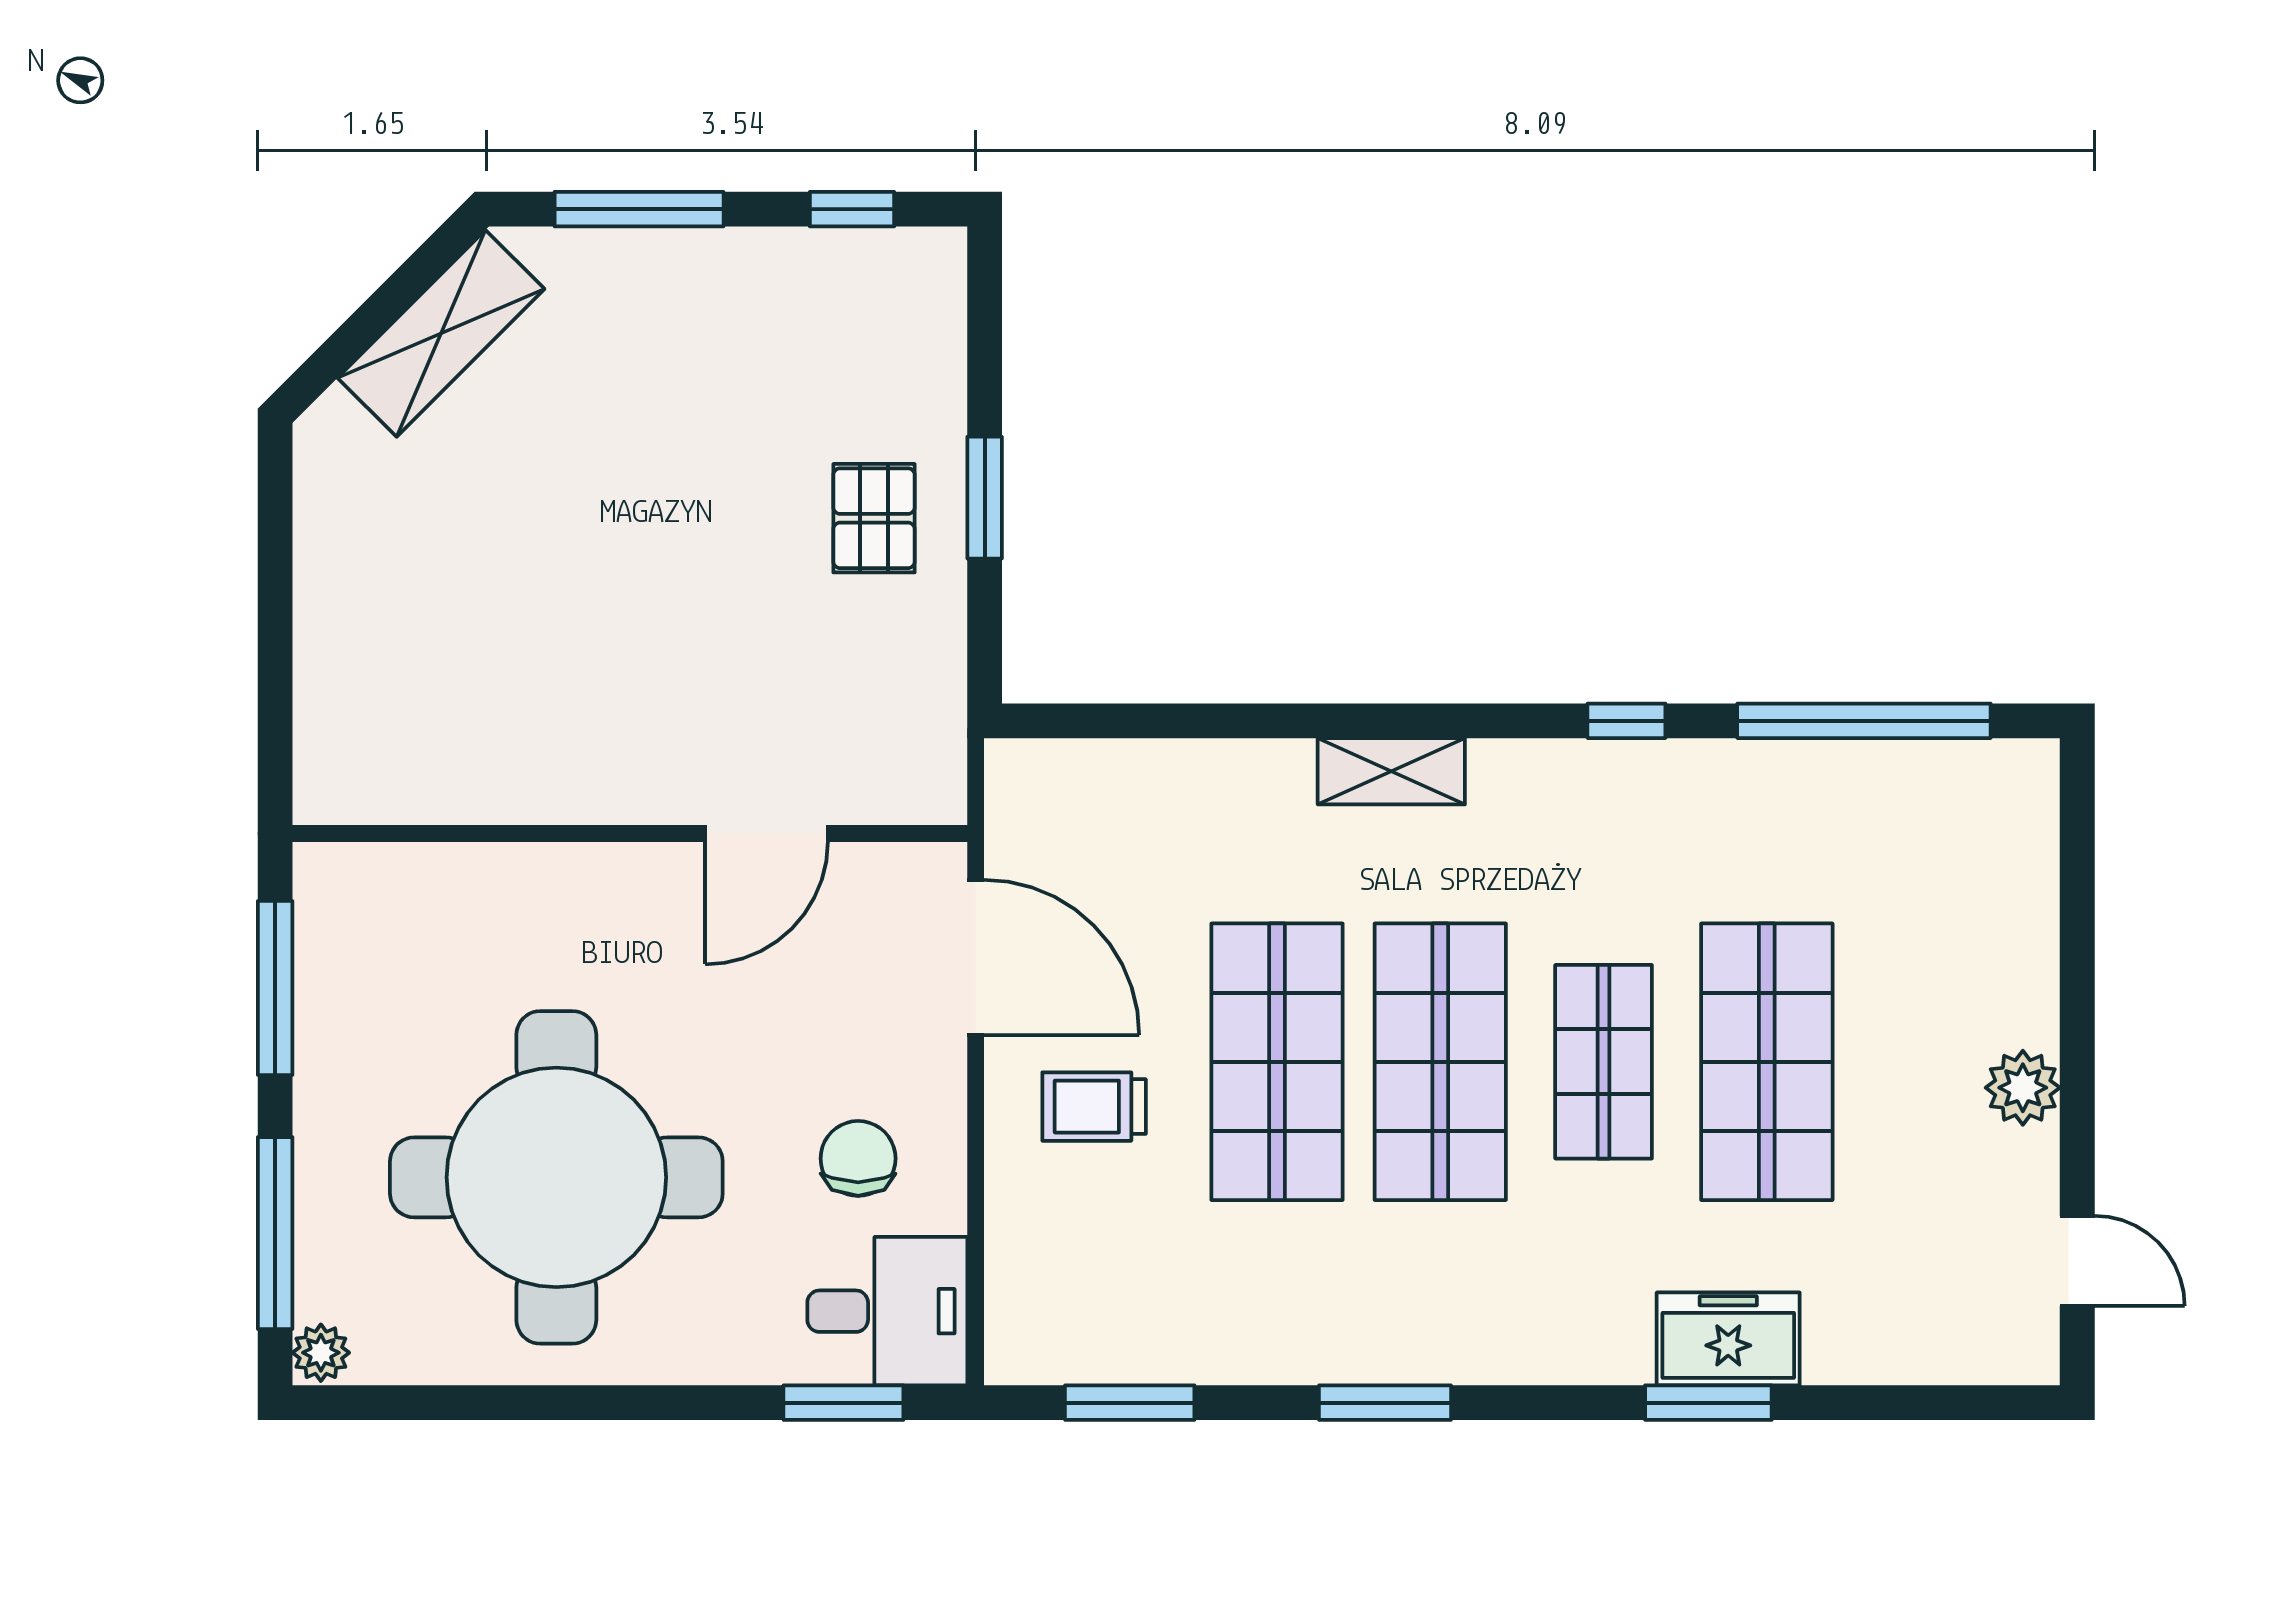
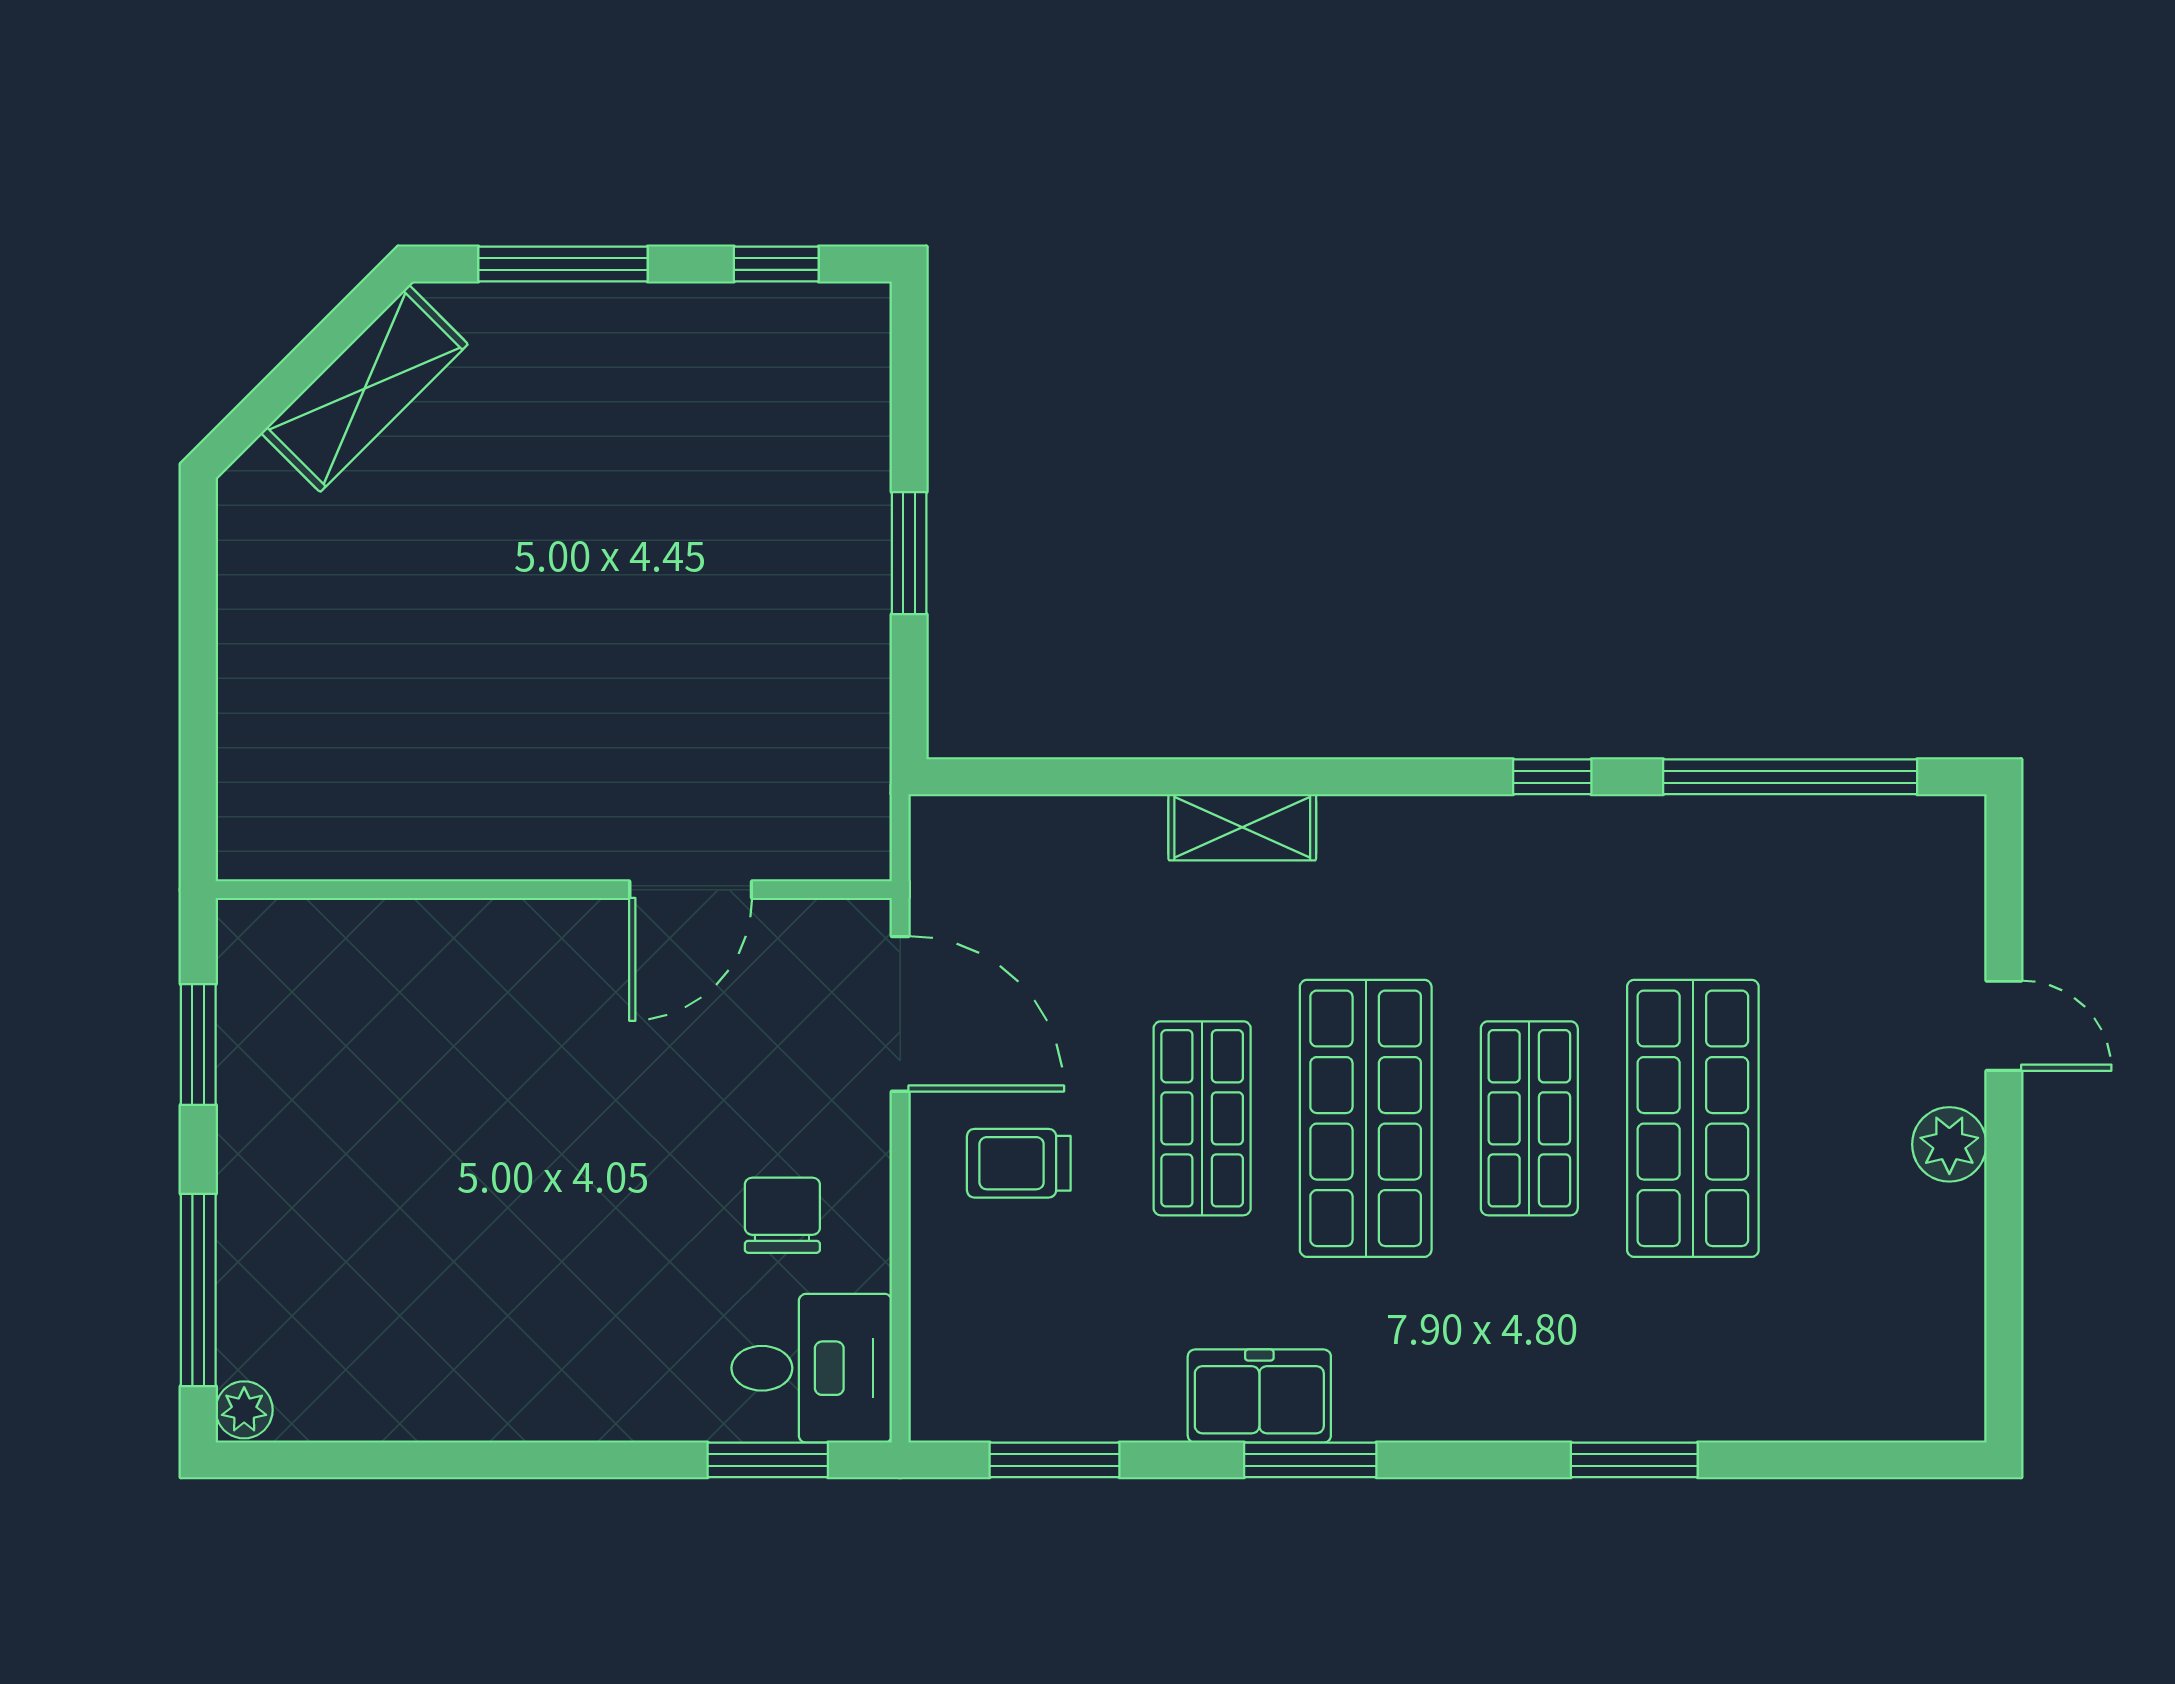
pallet: (874, 518) -> (798, 574), removed
shelving: (1391, 771) -> (1242, 827), moved
window: (275, 988) -> (198, 1044), width x0.69
shop shelf: (1277, 1062) -> (1202, 1118), width x0.70, depth x0.74
round table: (556, 1177) -> (480, 1234), removed
door: (2077, 1261) -> (2004, 1026), moved
freezer: (1728, 1339) -> (1259, 1396), moved

